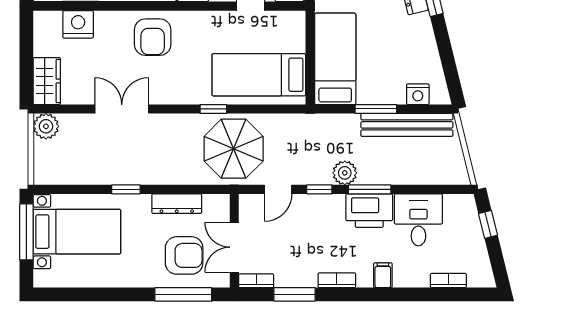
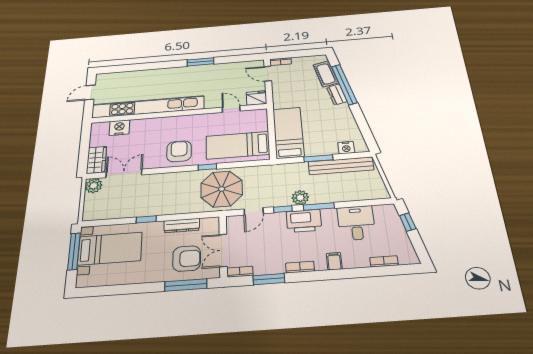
armchair: (153, 37) -> (179, 151), moved, turned 180
double door: (122, 109) -> (124, 173), moved
printer: (369, 211) -> (304, 221), moved

